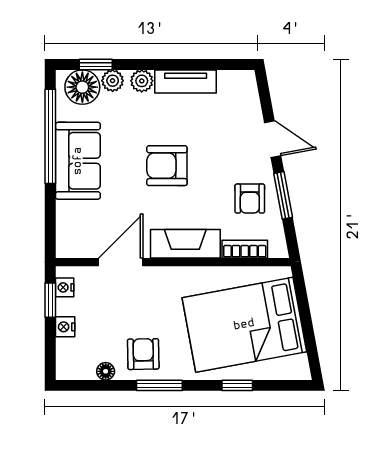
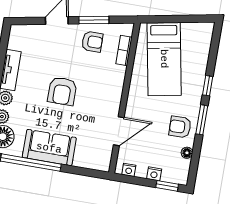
fireplace: (185, 244) -> (114, 88), removed
door: (121, 262) -> (119, 131), swing flipped
window: (50, 300) -> (167, 186), moved
bed: (244, 325) -> (164, 59), width x0.67
window: (237, 385) -> (208, 86), moved

